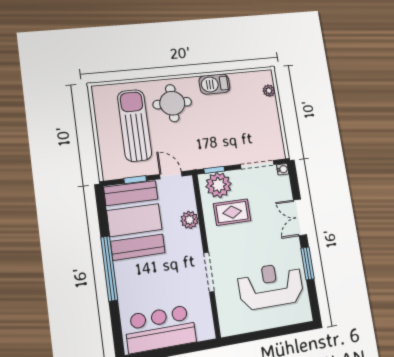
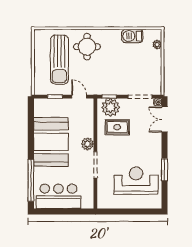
barbecue: (214, 84) -> (132, 36), moved
sun lounger: (135, 125) -> (59, 60), turned 180
double door: (300, 217) -> (165, 119), moved
booth: (134, 220) -> (51, 142), moved
plant: (190, 220) -> (87, 144), moved
window: (109, 268) -> (31, 180), moved

